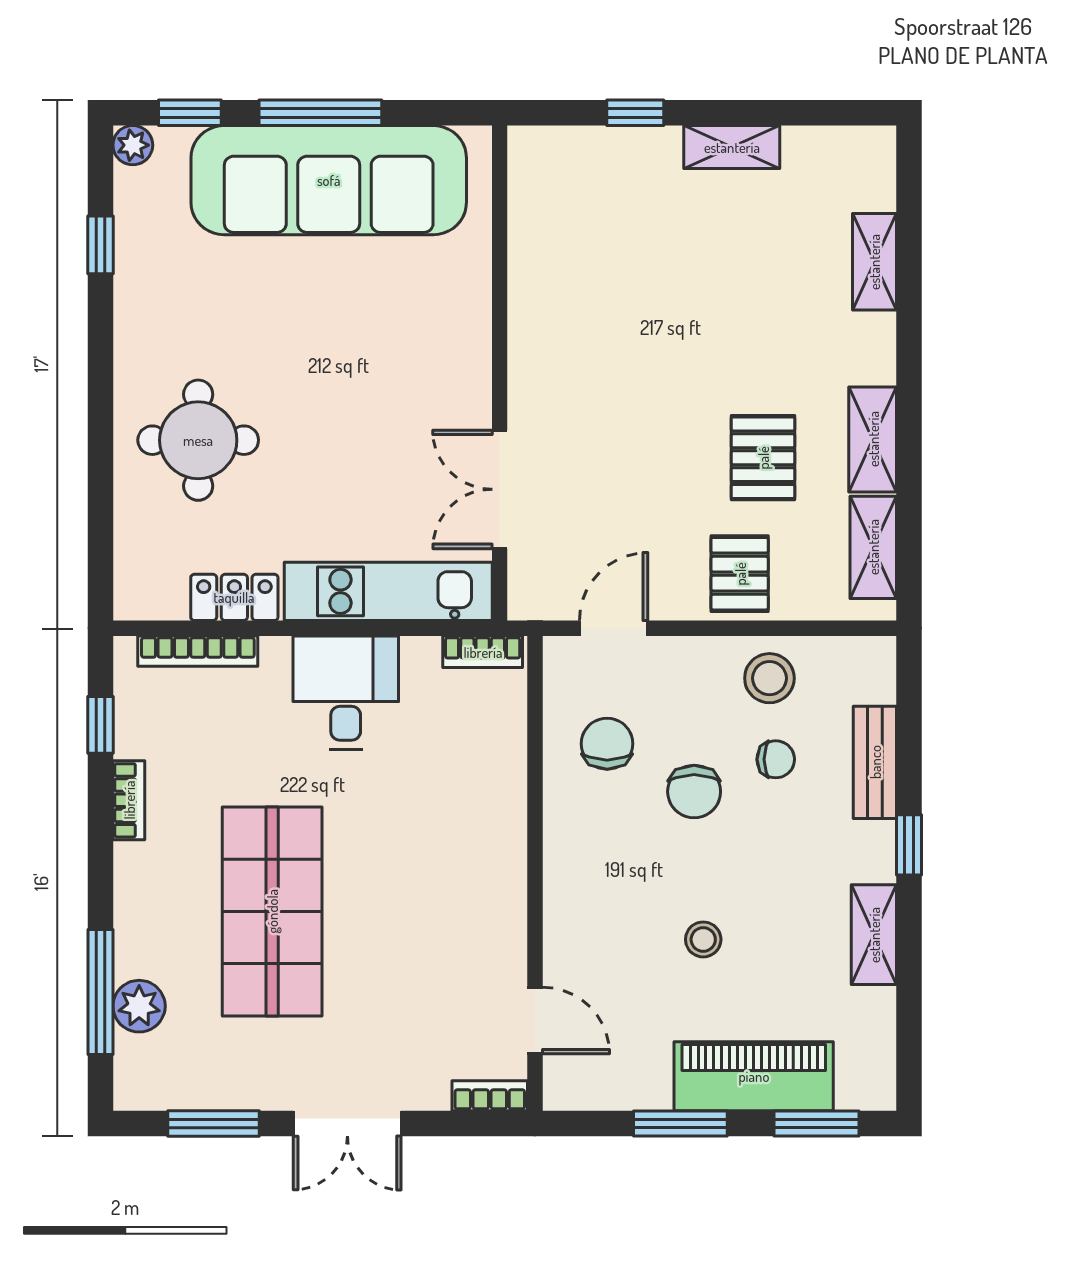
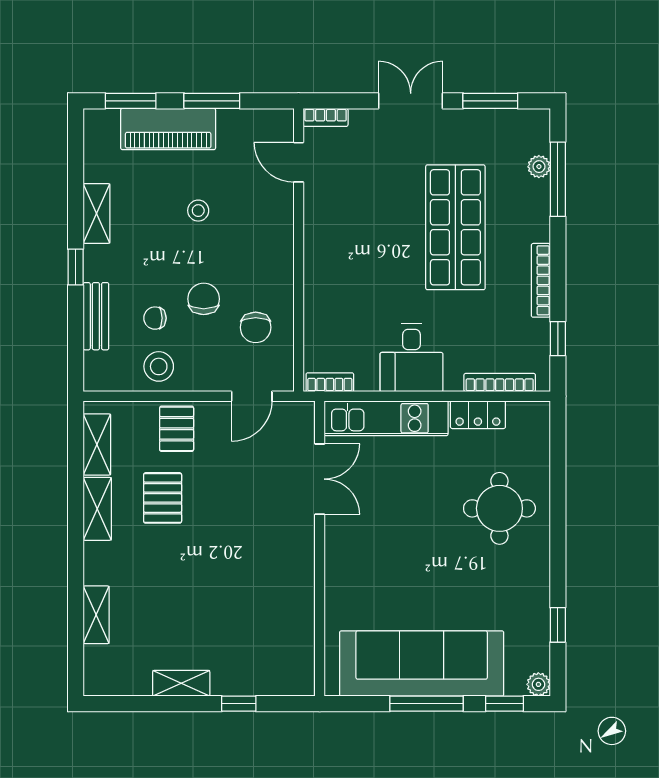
bookcase: (129, 800) -> (541, 280), width x1.56
plant: (139, 1006) -> (539, 167), width x0.73, depth x0.73

